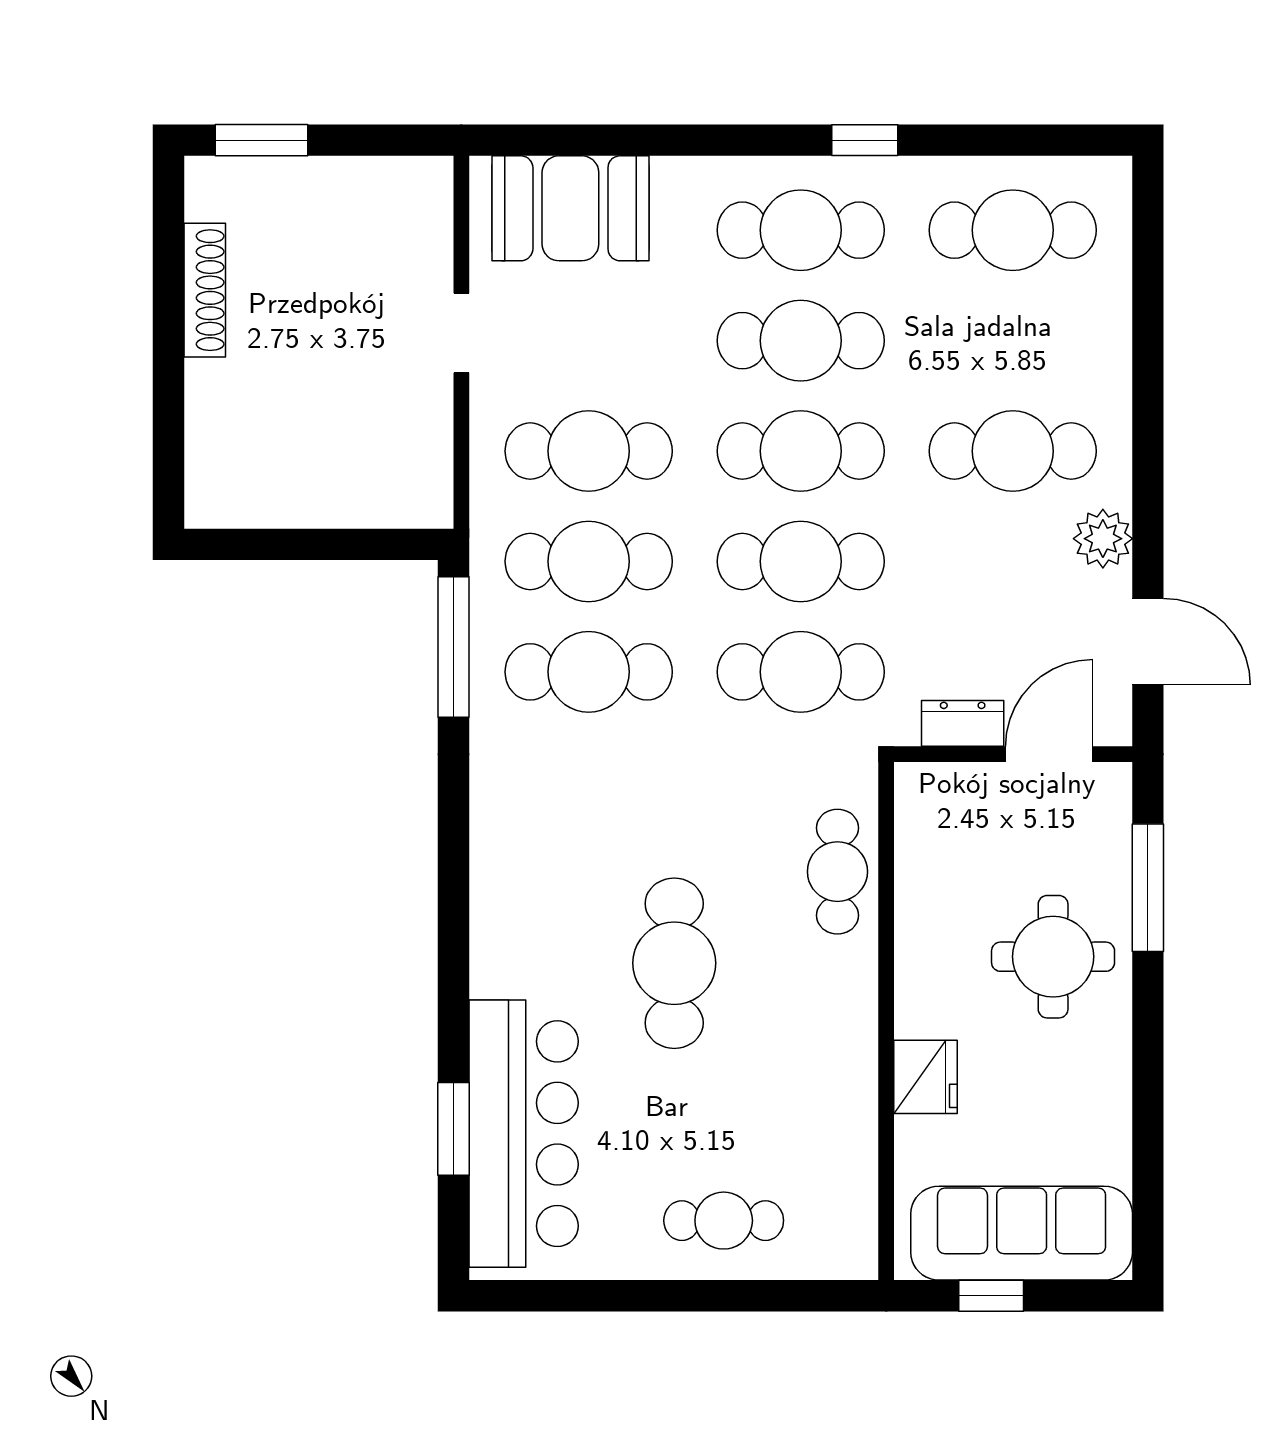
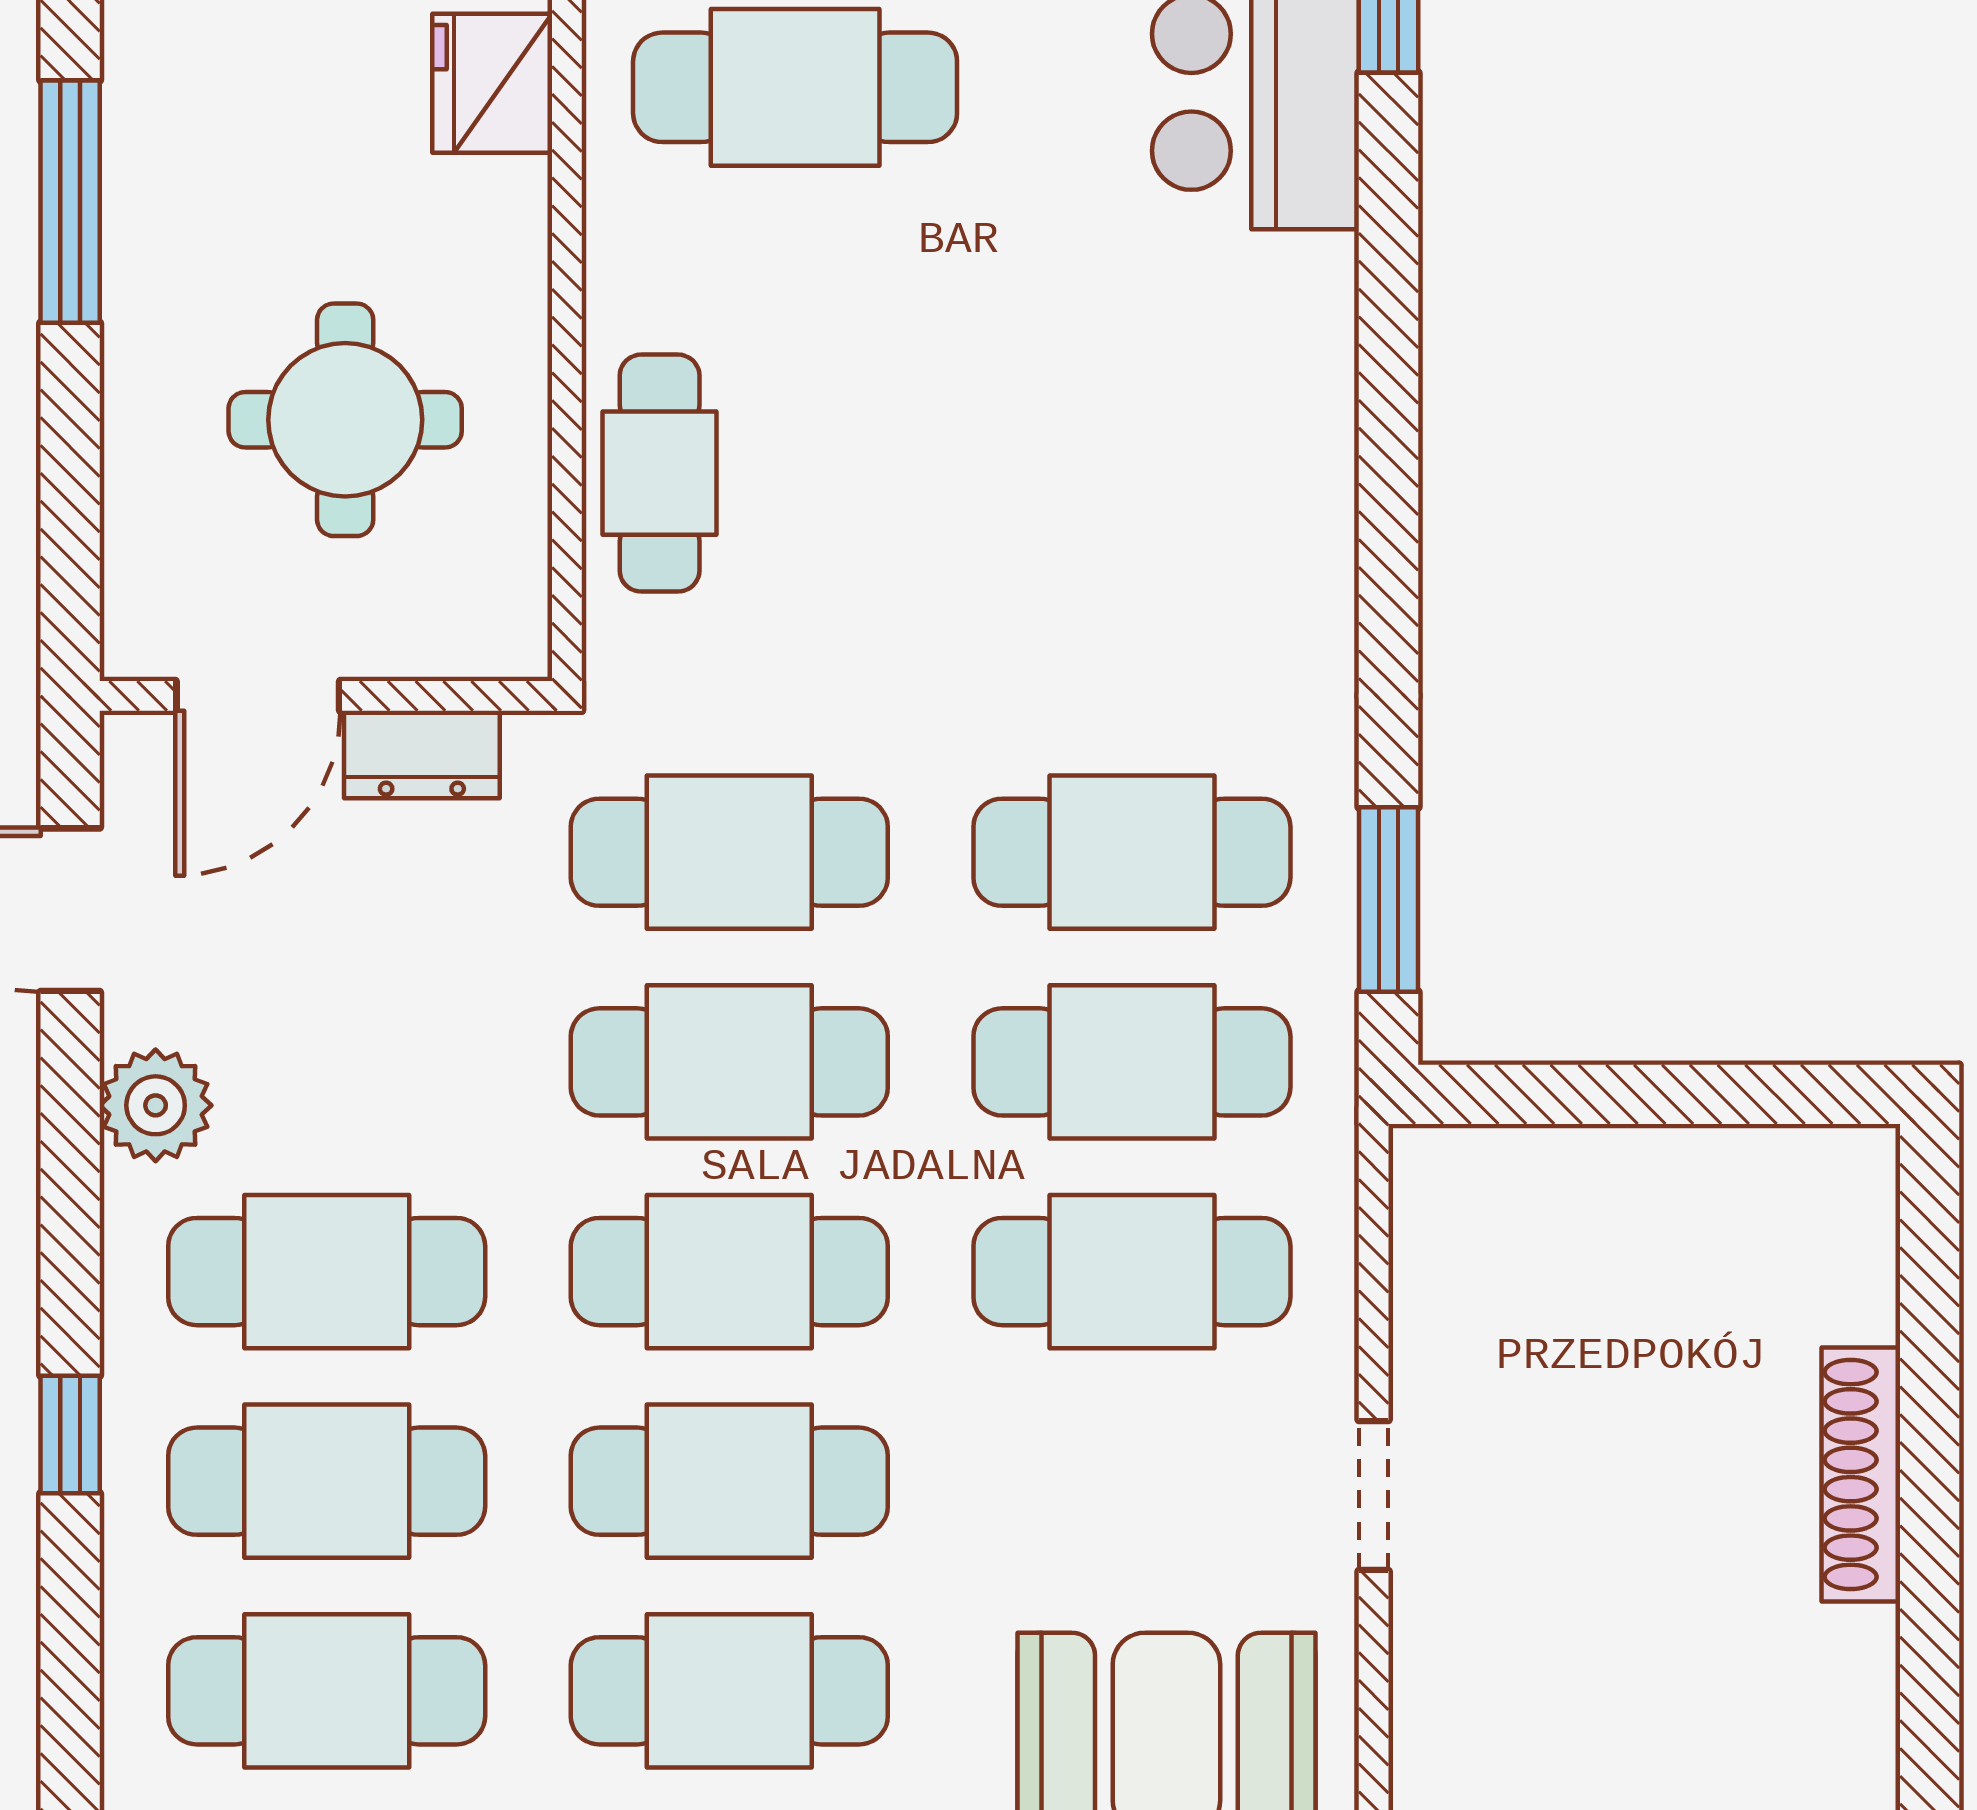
shoe rack: (205, 290) -> (1861, 1475), moved
cafe table: (1013, 341) -> (327, 1481), added
window: (1148, 365) -> (70, 1435), added
window: (454, 647) -> (1388, 900), width x0.69
window: (1148, 888) -> (70, 202), moved
round table: (1053, 957) -> (345, 420), moved
cafe table: (674, 963) -> (795, 87), moved, turned 90

